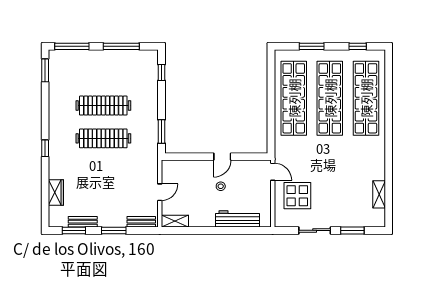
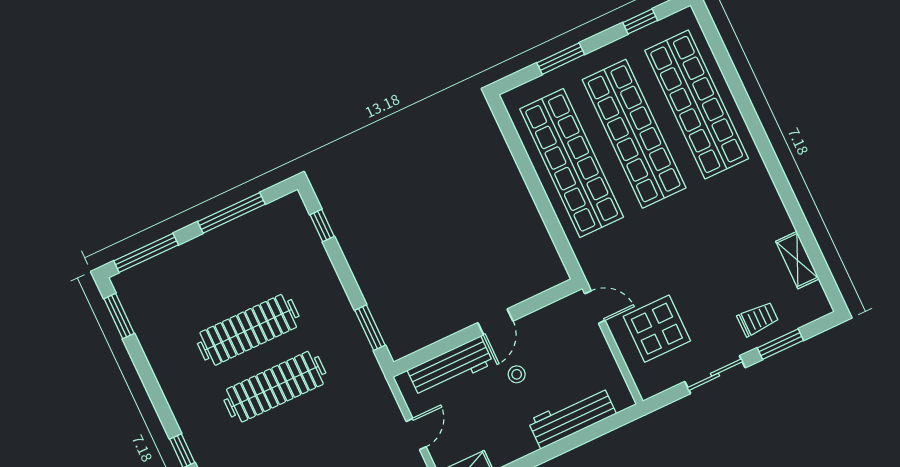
workbench: (191, 168) -> (450, 367), added
trolley: (347, 214) -> (758, 319), added

